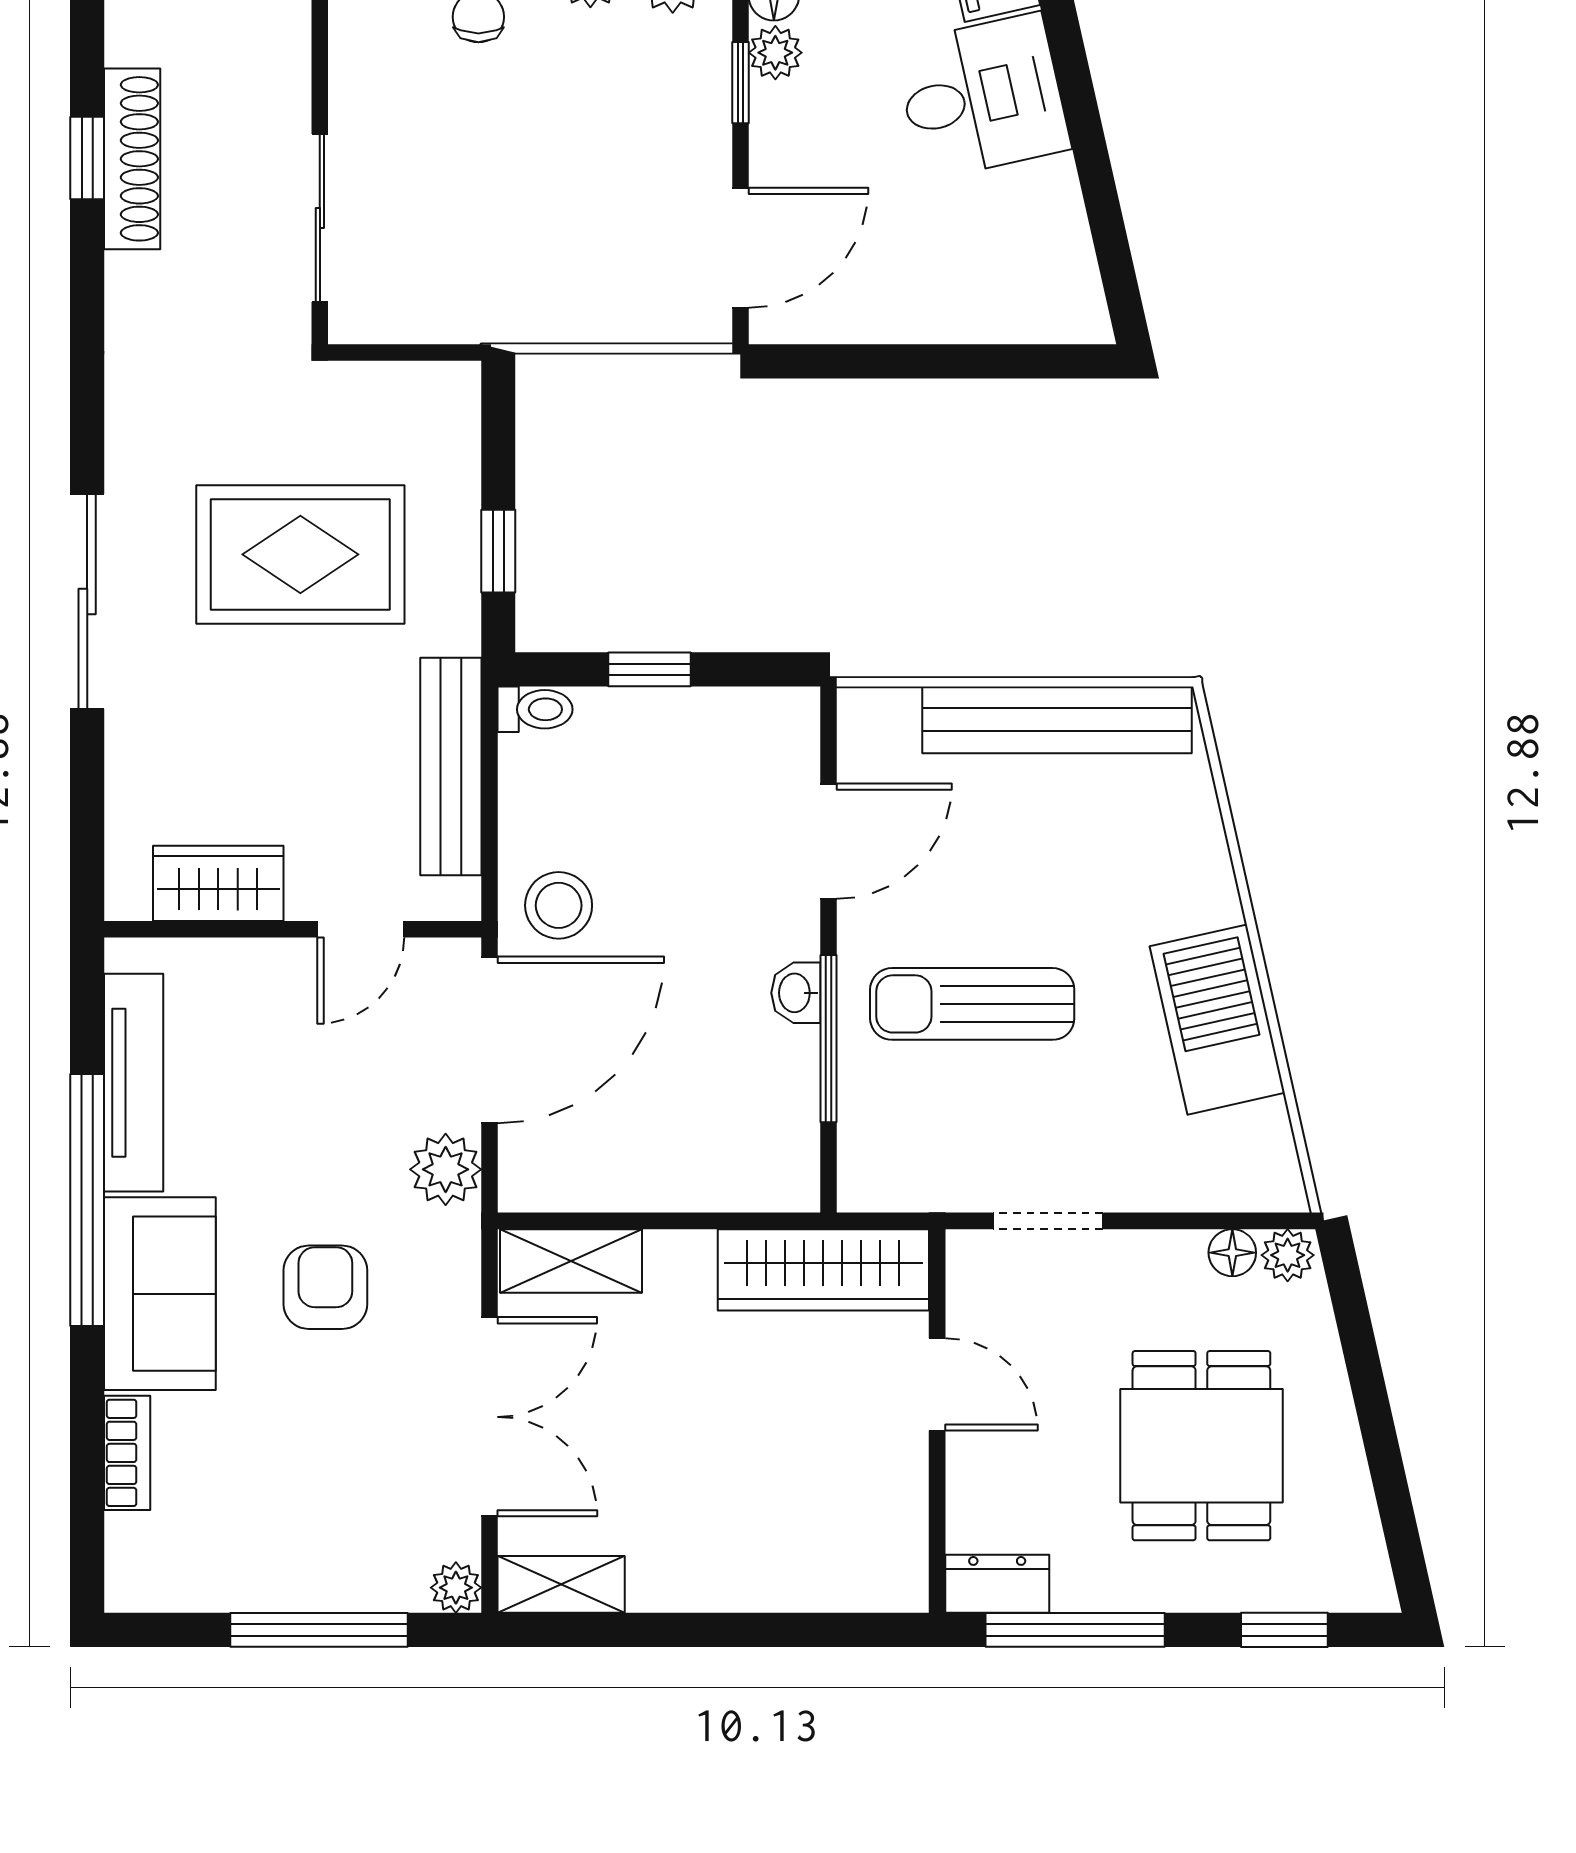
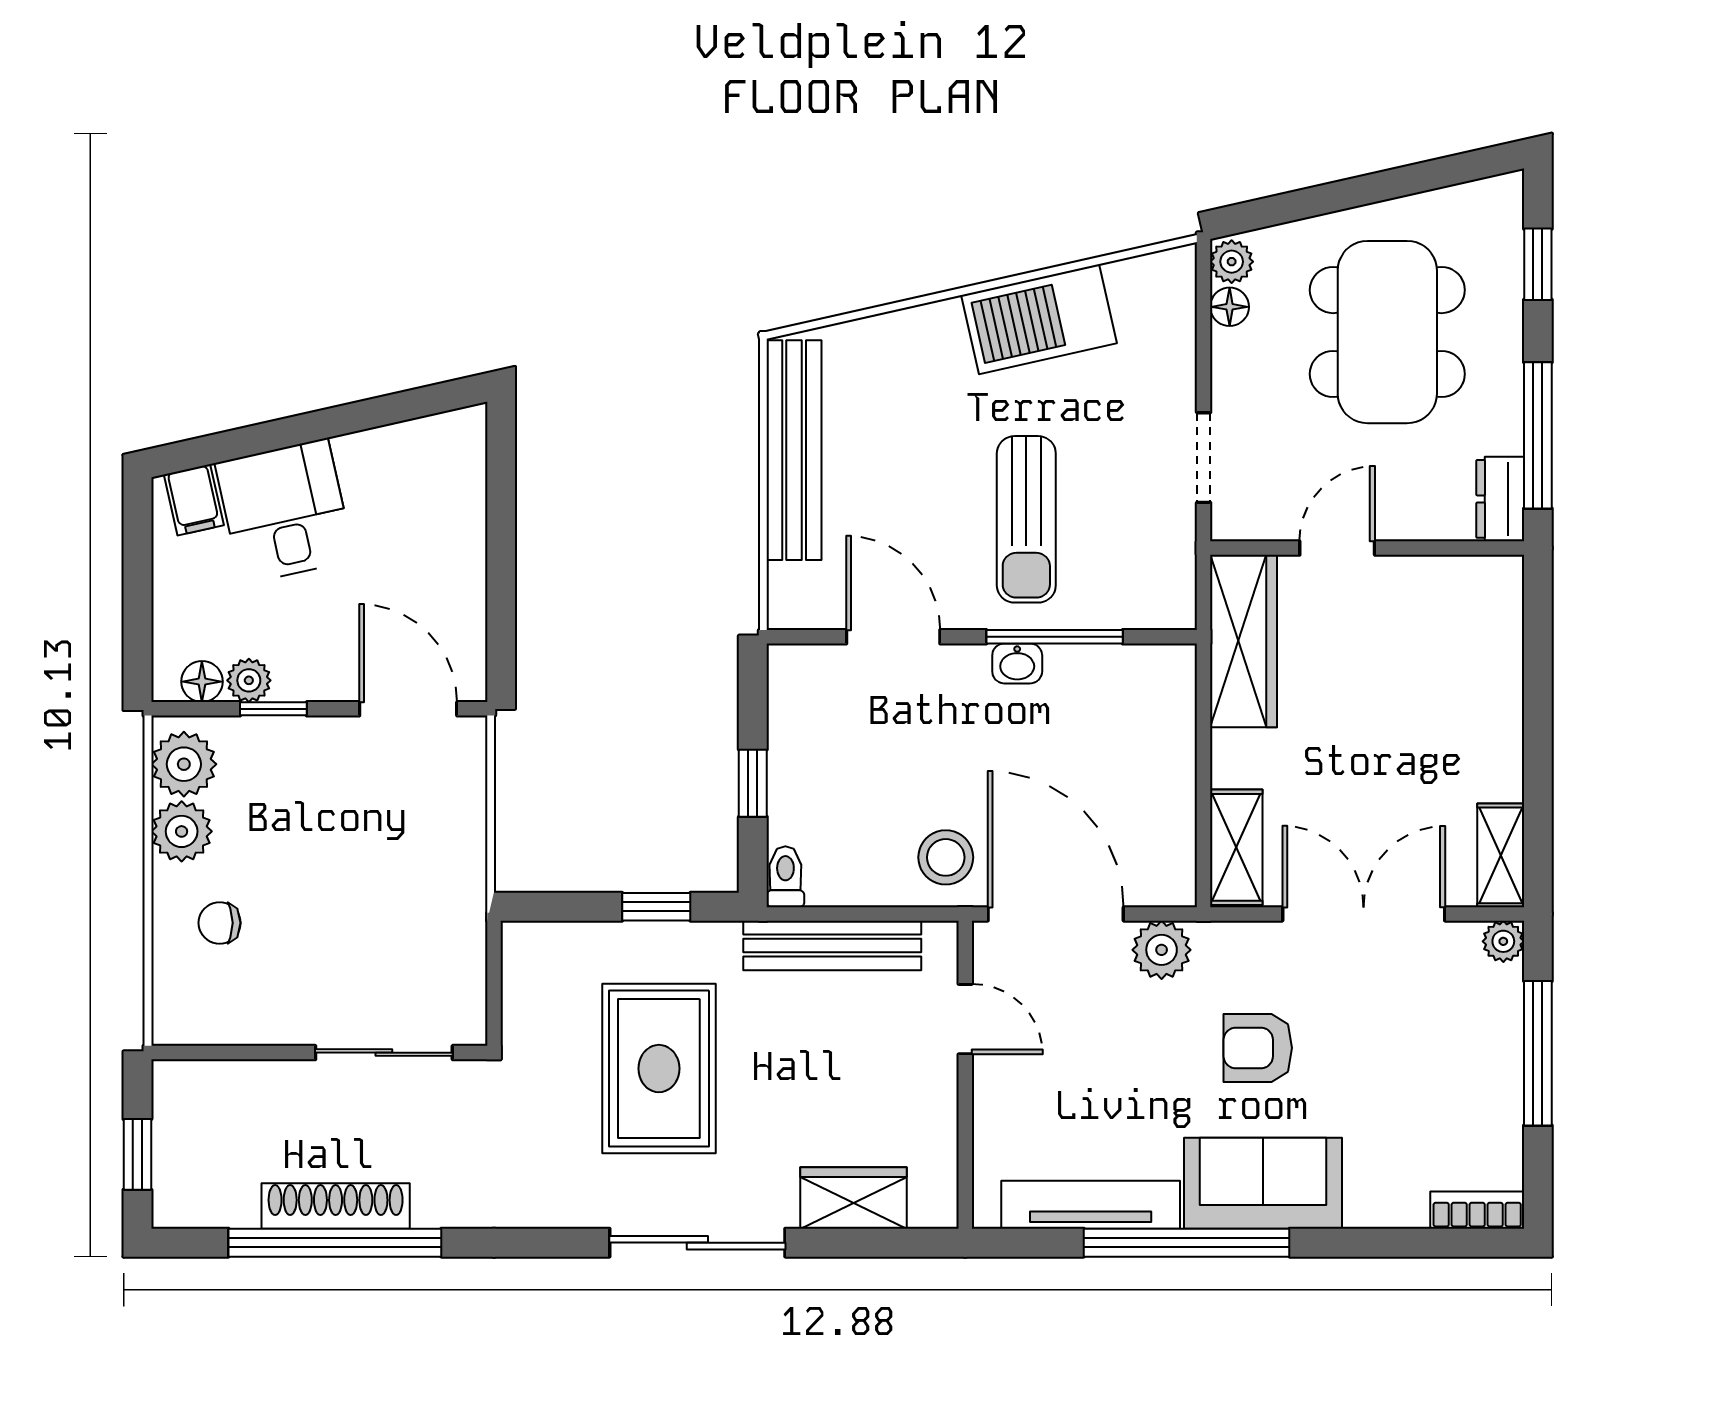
window: (87, 158) -> (335, 1243), width x3.17
wardrobe: (218, 883) -> (854, 1198), moved, turned 90
dining table: (1201, 1446) -> (1387, 332), width x1.38
bookcase: (127, 1453) -> (1477, 1210), moved

